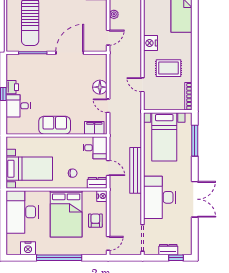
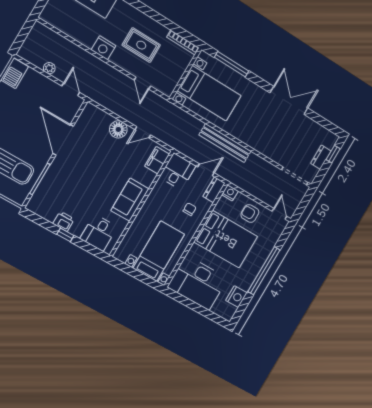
rug: (169, 68) -> (141, 45), turned 90
door: (143, 85) -> (142, 83), hinge flipped
desk: (18, 106) -> (99, 233), moved
desk: (160, 197) -> (266, 135), removed

